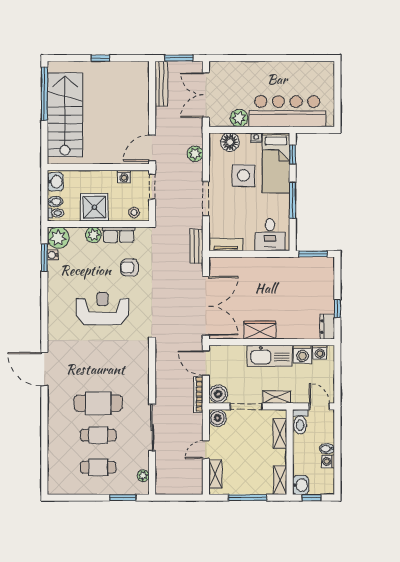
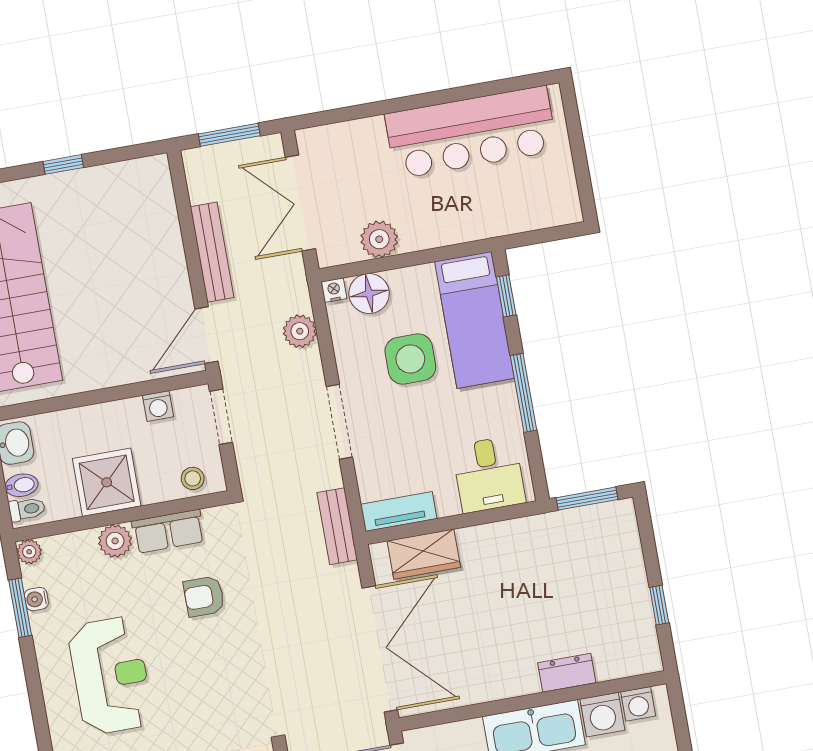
bench: (161, 84) -> (212, 252), moved
bar counter: (287, 111) -> (471, 132), moved, turned 180
nightstand: (256, 138) -> (334, 290), moved
plant: (58, 238) -> (29, 552), width x0.53, depth x0.53
reception desk: (102, 308) -> (111, 675), moved, turned 90
dresser: (327, 327) -> (567, 673), moved, turned 90
wardrobe: (260, 330) -> (424, 554), moved, turned 180

